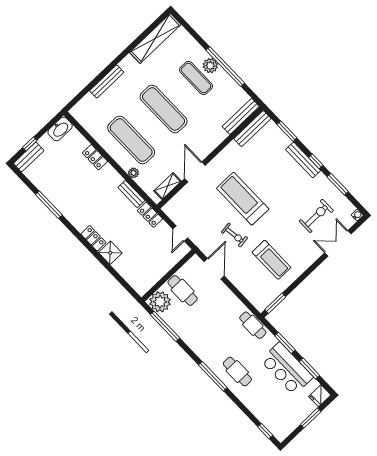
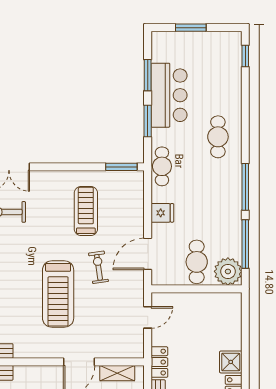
window: (213, 376) -> (245, 187), moved
fridge: (320, 396) -> (162, 213), moved

